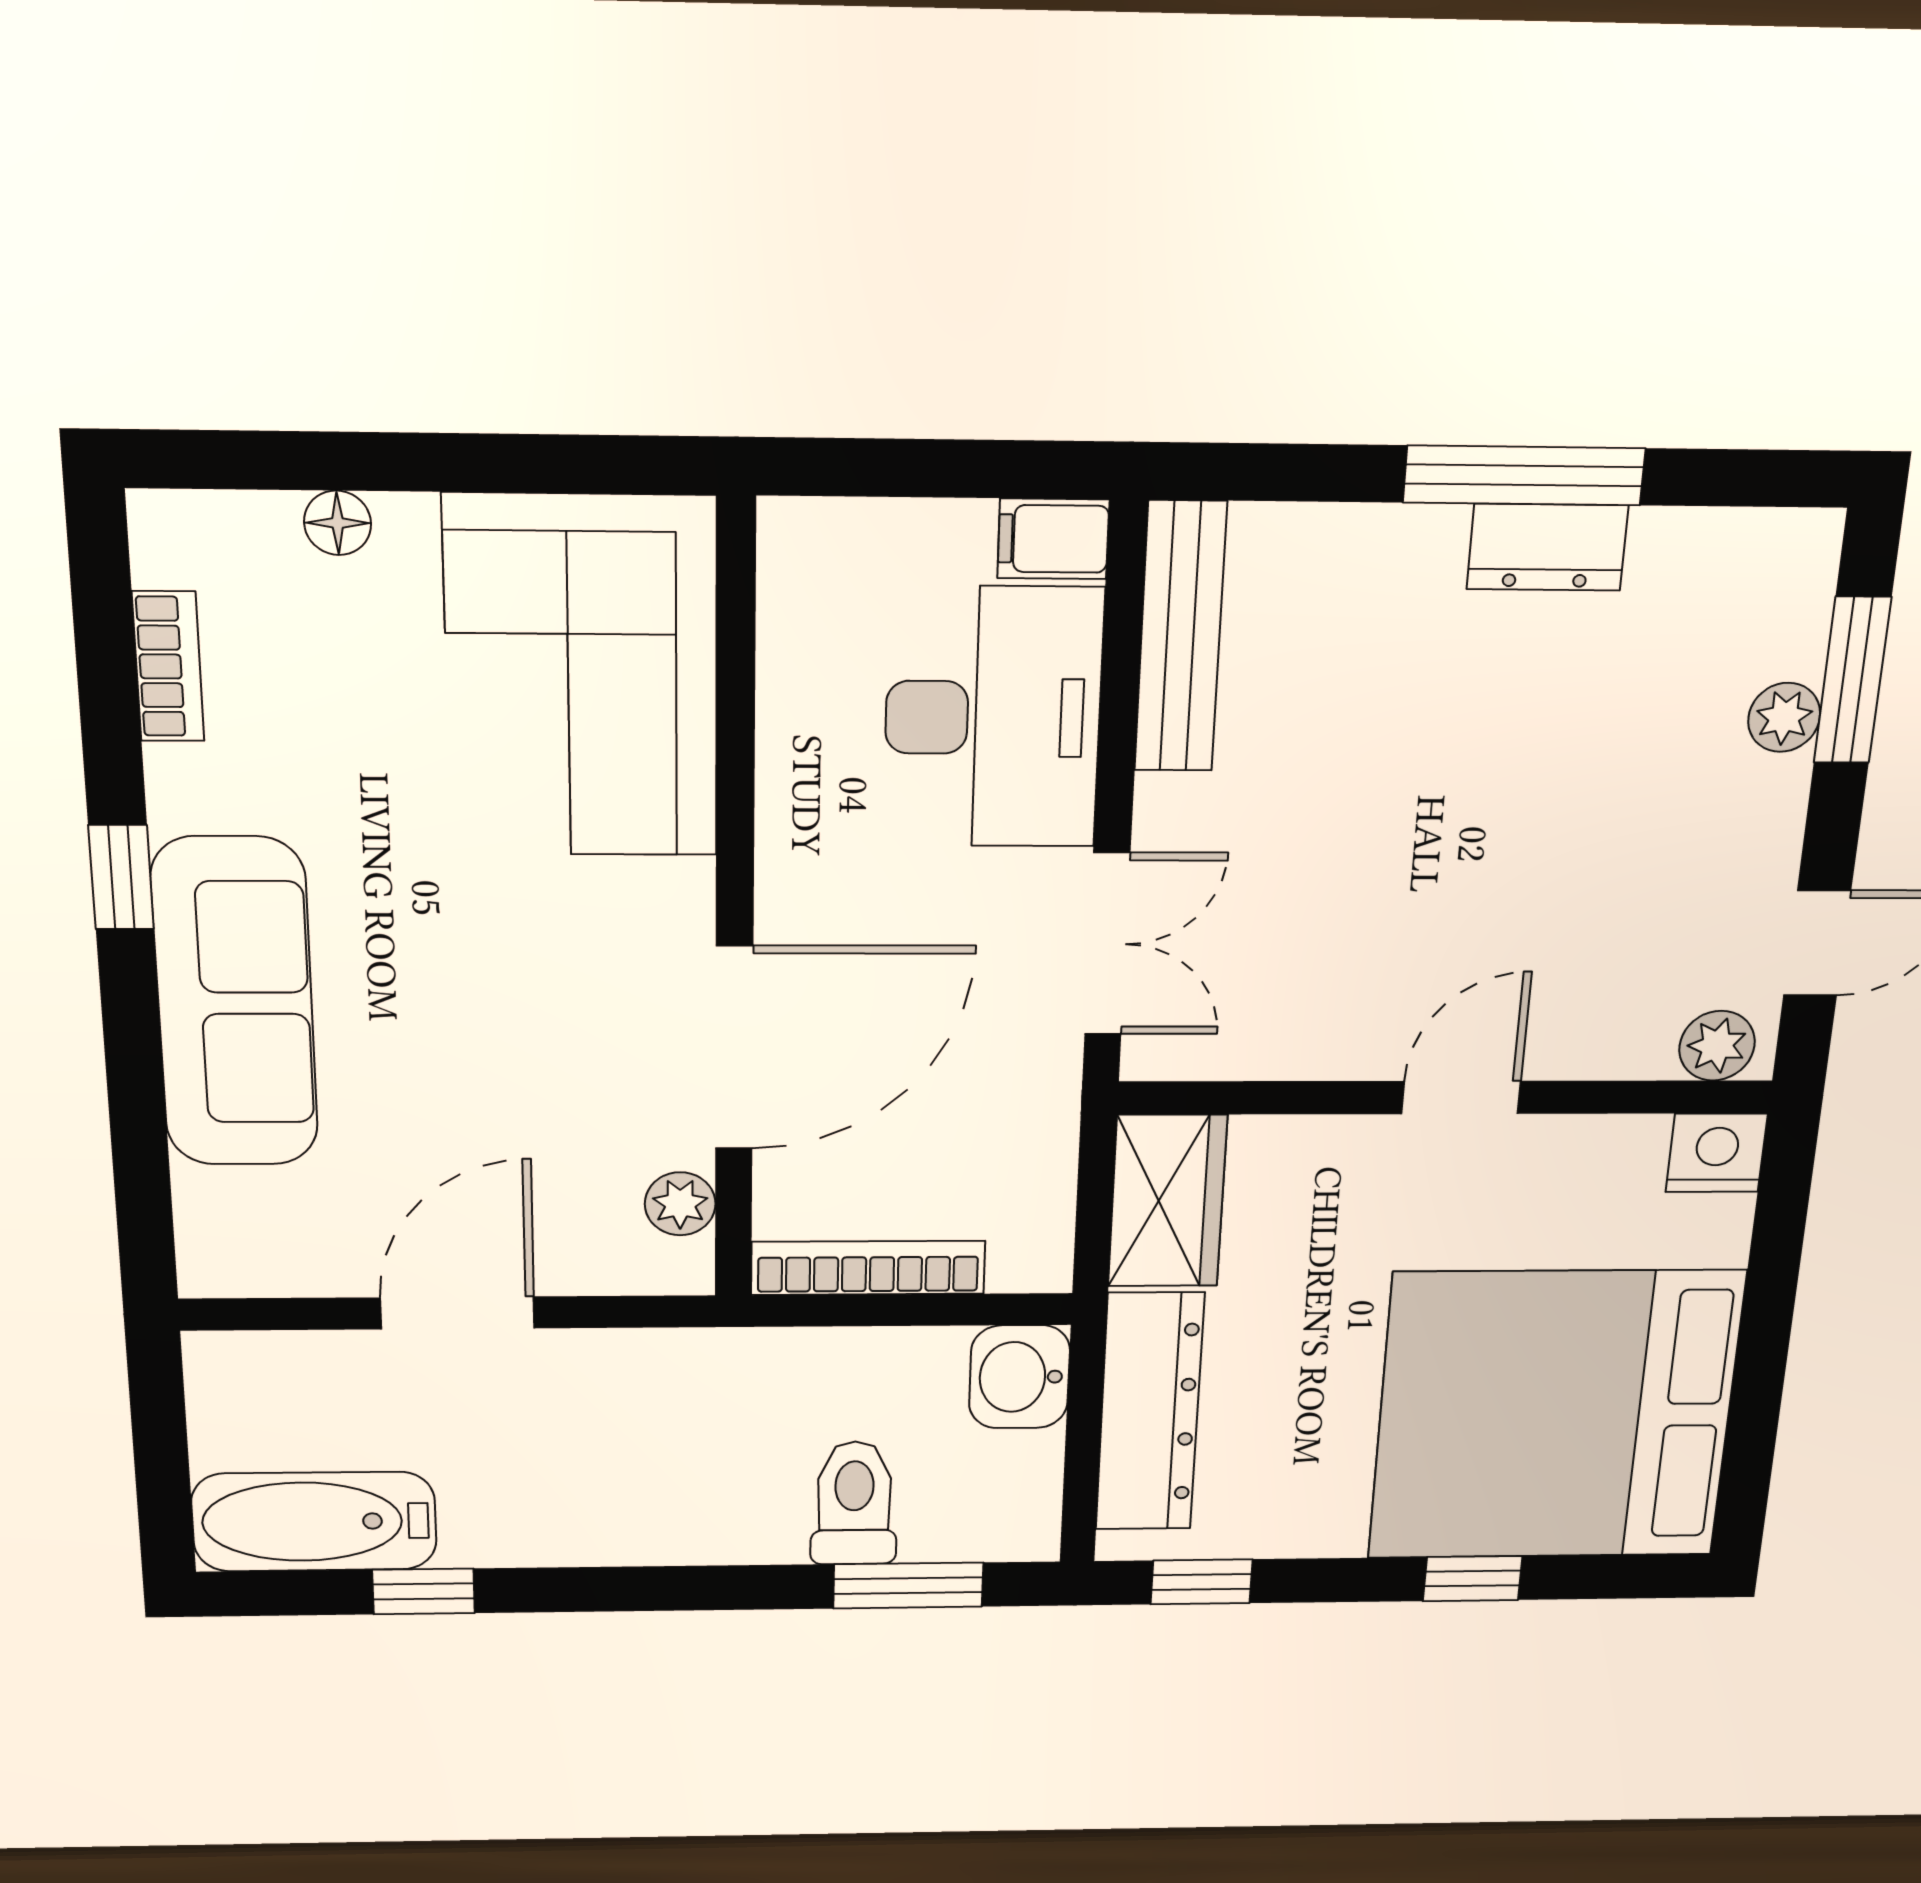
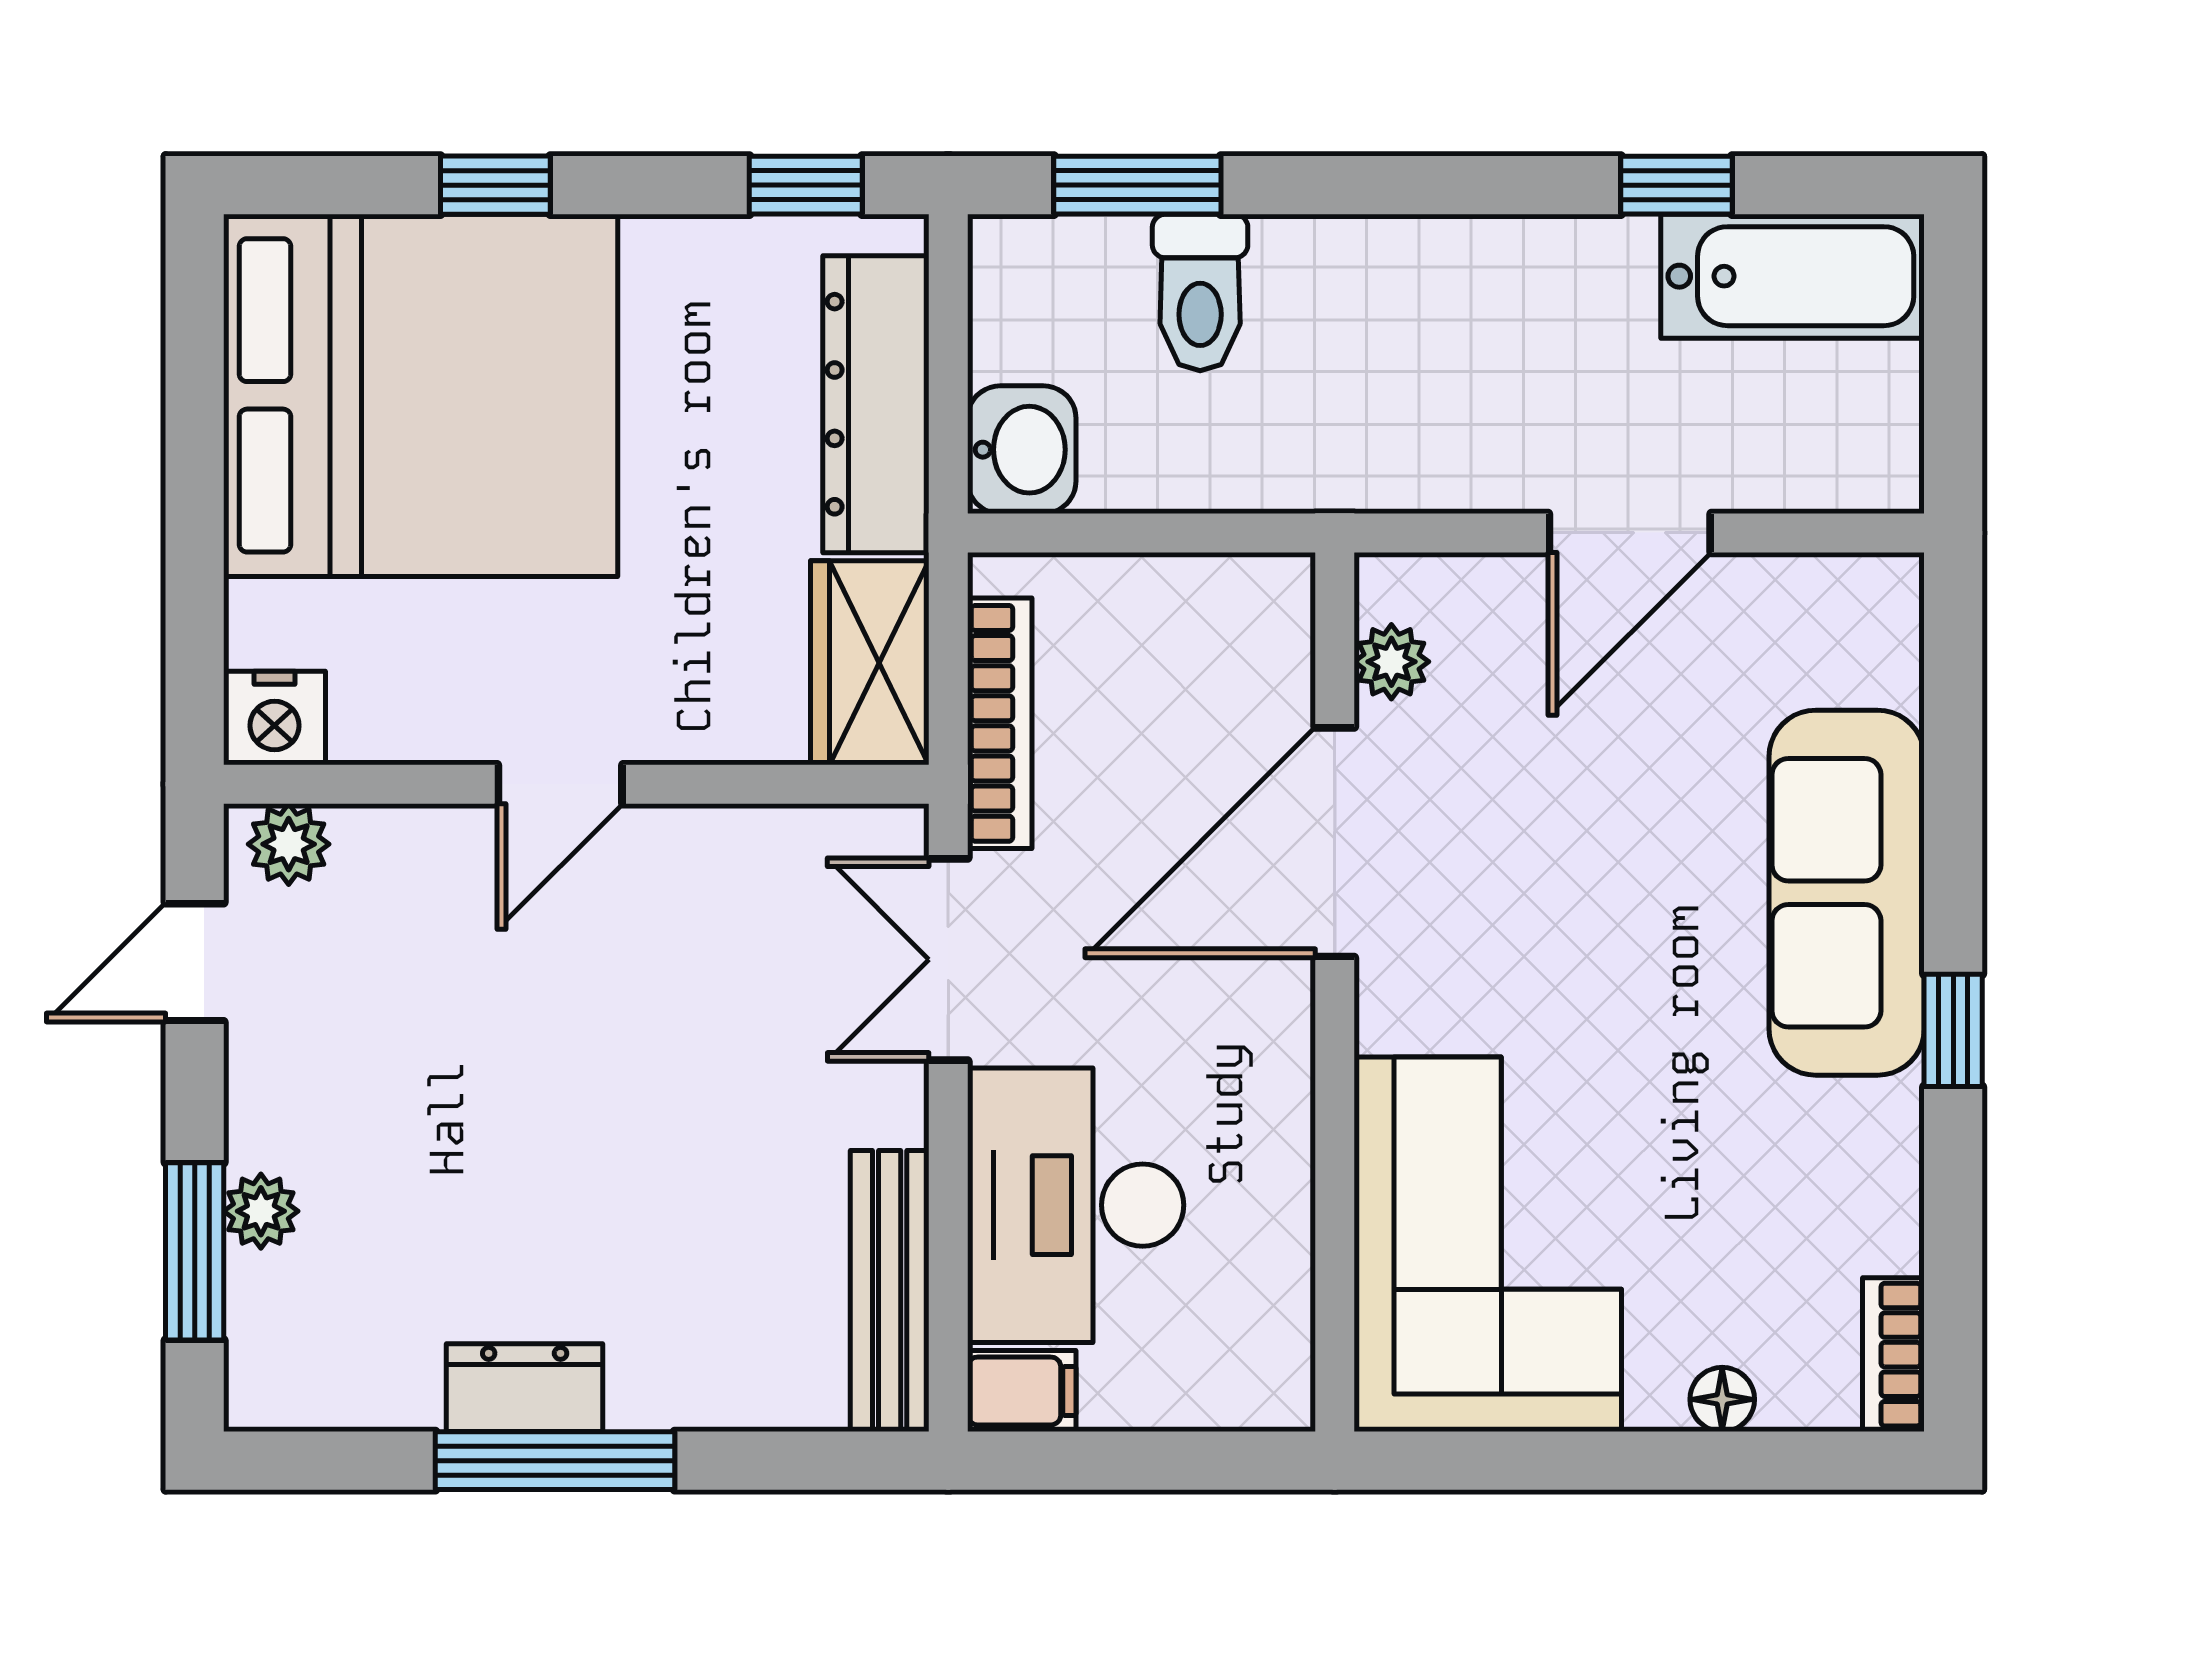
bookcase: (168, 666) -> (1893, 1355), moved
bookcase: (868, 1268) -> (1000, 723), moved, turned -90

